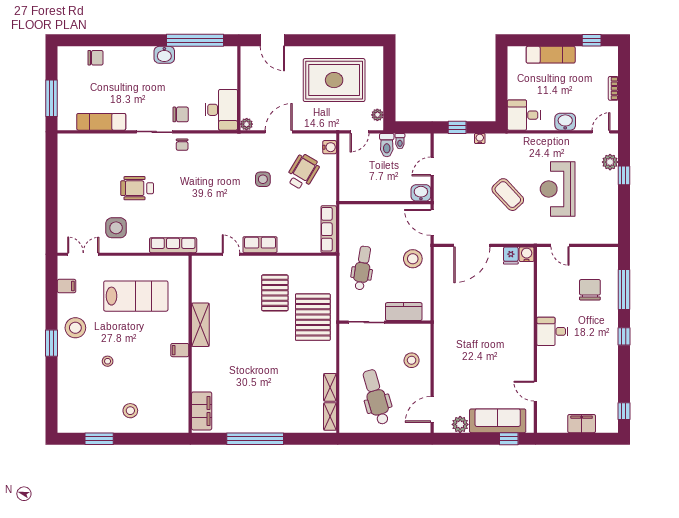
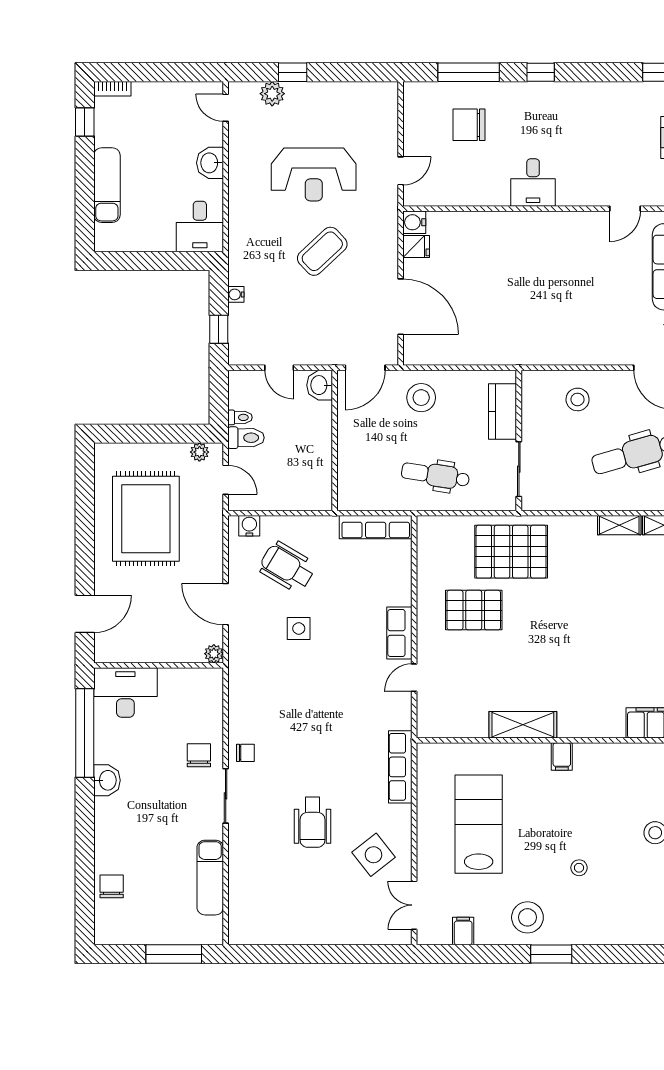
bookcase: (613, 88) -> (112, 89), moved
desk: (221, 110) -> (125, 693), moved
side table: (116, 228) -> (373, 855), turned -38

